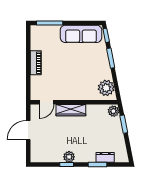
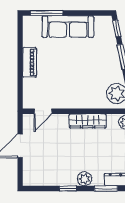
sofa: (81, 34) -> (68, 27), moved
wardrobe: (71, 110) -> (88, 121), moved
plant: (69, 157) -> (84, 179), moved

